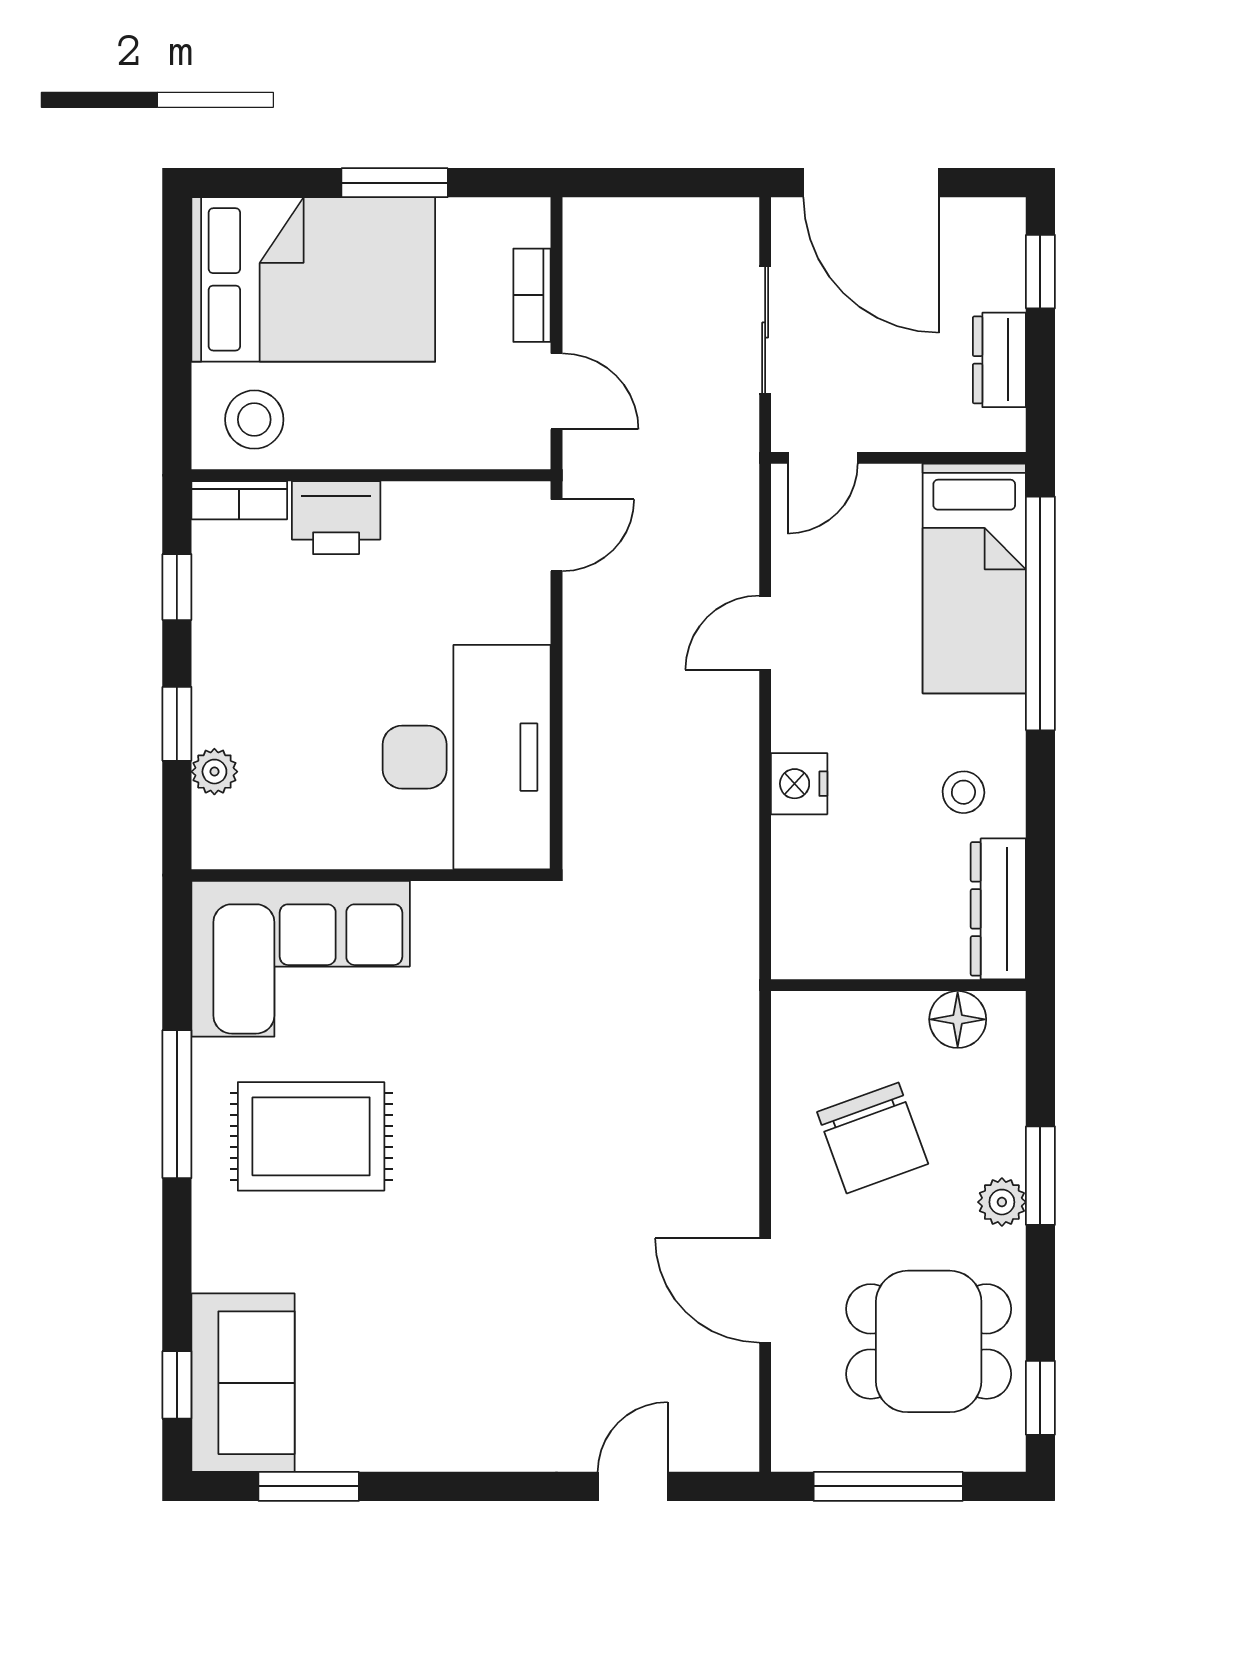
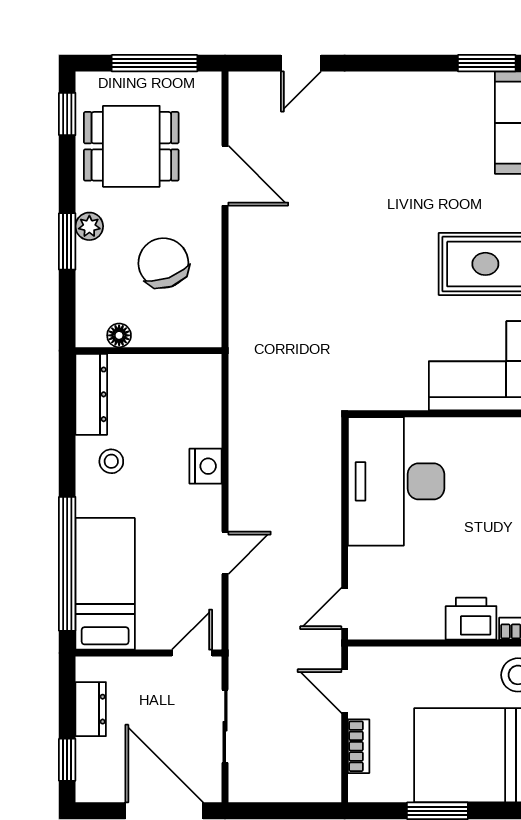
floor lamp: (958, 1019) -> (119, 335), width x0.73, depth x0.73

